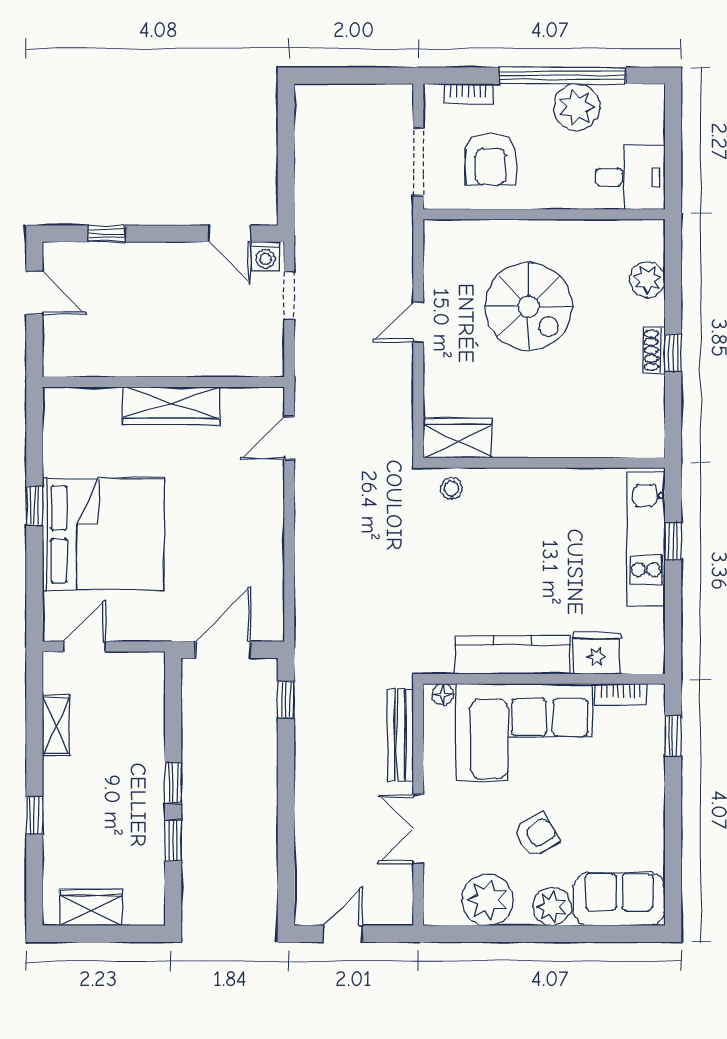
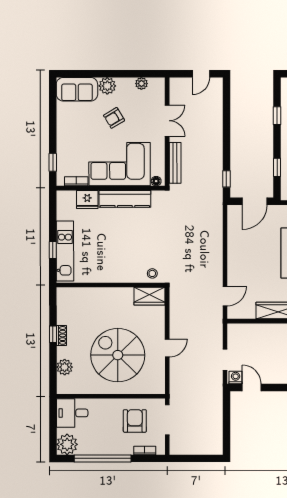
plant: (577, 107) -> (67, 444), moved
spiral stairs: (529, 306) -> (118, 355), width x1.37, depth x1.37
window: (173, 783) -> (277, 167), moved
plant: (487, 900) -> (141, 84), width x0.53, depth x0.53

